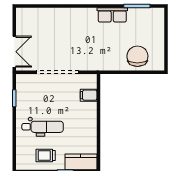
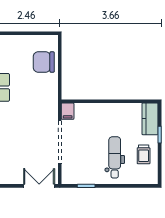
filing cabinet: (89, 95) -> (68, 111), moved

